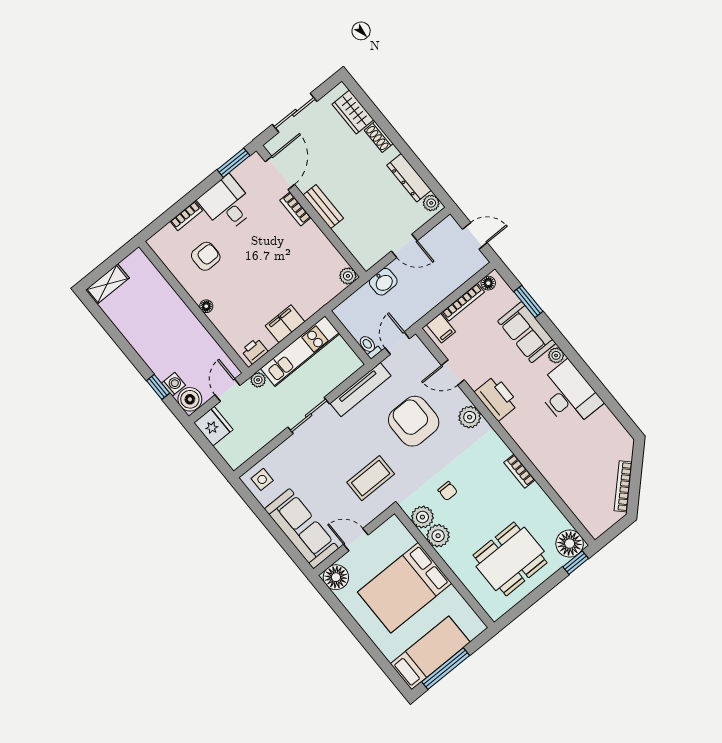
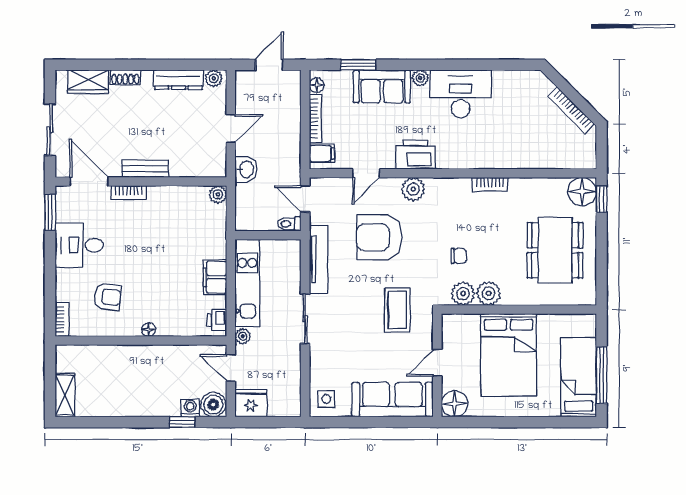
bookcase: (186, 216) -> (62, 320), moved
armchair: (206, 256) -> (108, 297), turned 96

